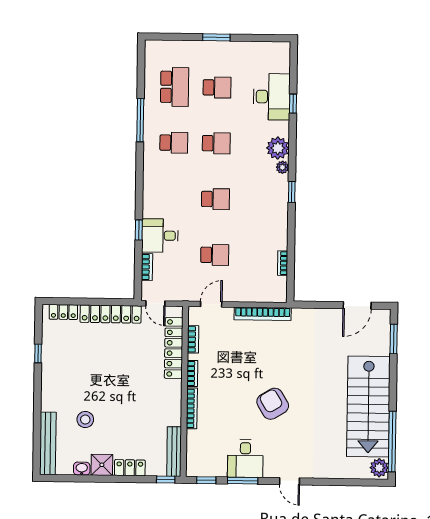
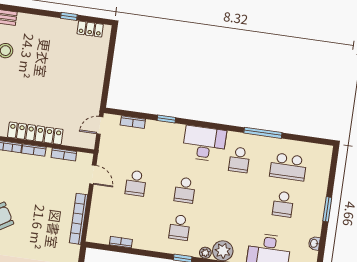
washbasin: (256, 47) -> (314, 243), added
school desk: (216, 143) -> (180, 227), moved
desk: (160, 236) -> (204, 144), moved, width x1.37
locker: (63, 312) -> (90, 29), moved, turned -90
locker: (111, 314) -> (95, 85), removed
locker: (174, 348) -> (35, 133), moved

